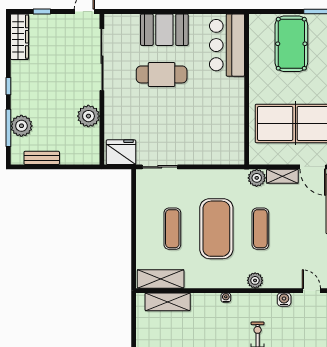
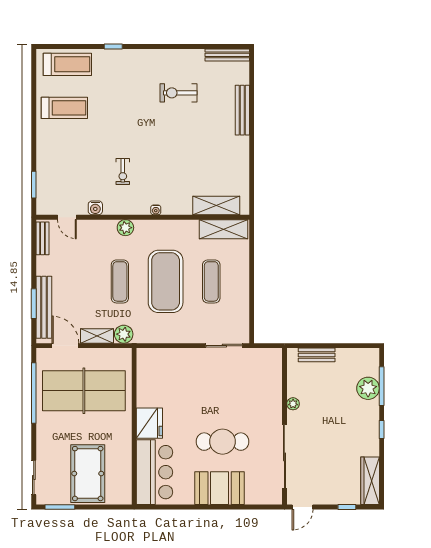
plant: (88, 116) -> (293, 404), width x0.53, depth x0.53
fridge: (121, 152) -> (149, 423), moved, turned -90
bench: (42, 158) -> (317, 355), moved

